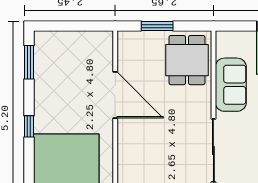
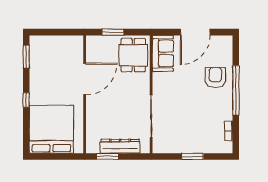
sofa: (231, 85) -> (163, 53), moved
door: (115, 95) -> (85, 79), hinge flipped

